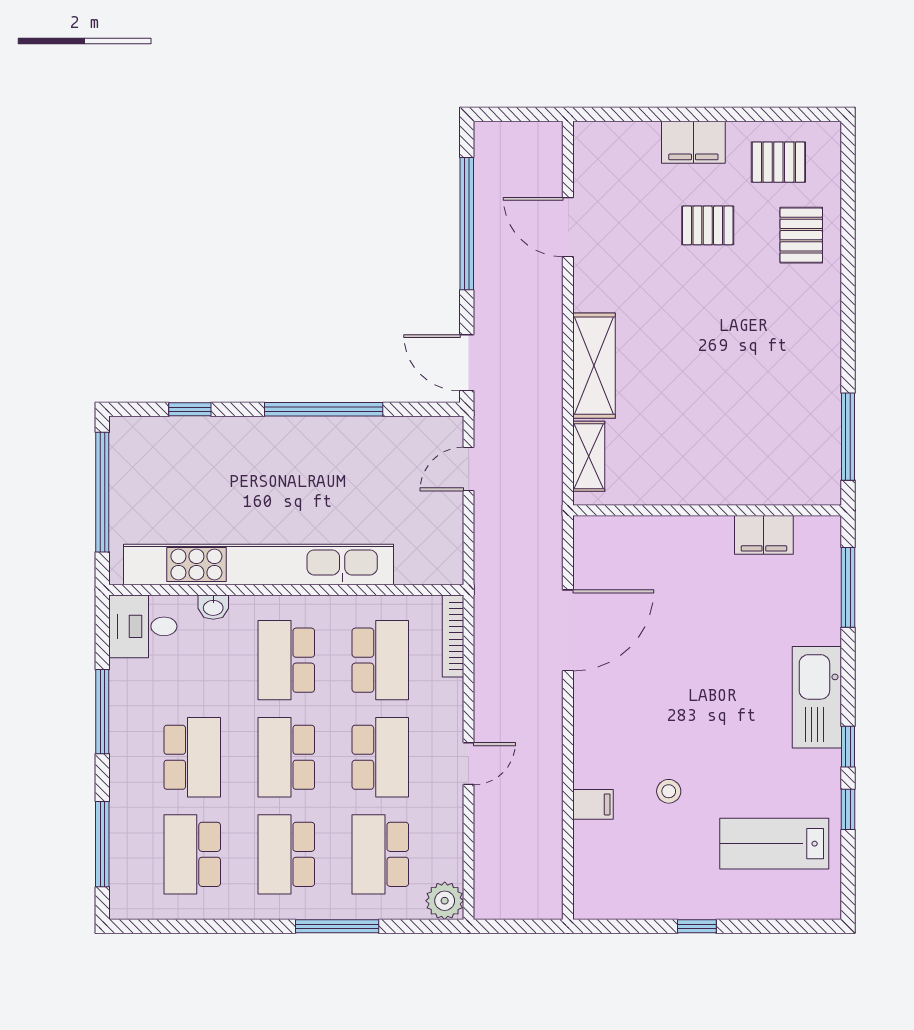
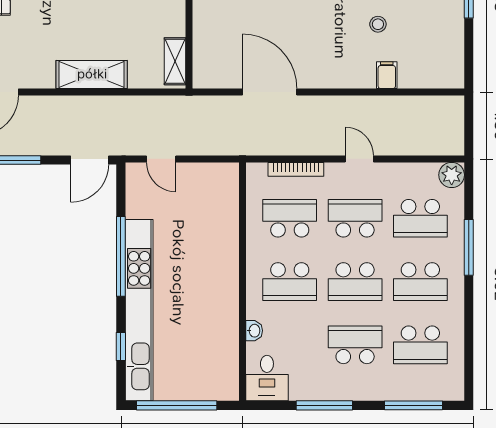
shelving: (589, 456) -> (175, 61), moved, turned 90
kitchen unit: (258, 564) -> (139, 310), moved, turned 180
bookcase: (453, 636) -> (296, 169), moved

